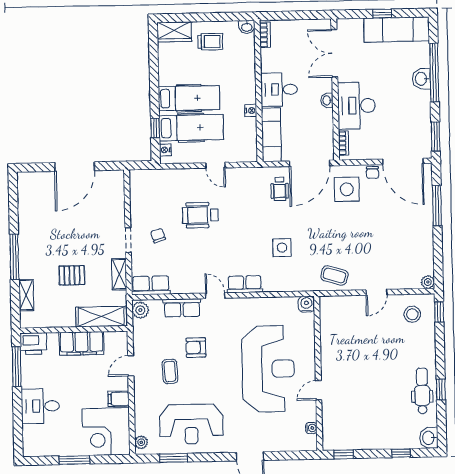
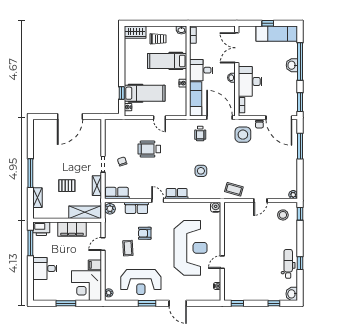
hospital bed: (189, 98) -> (167, 61), moved, turned 180
door: (310, 163) -> (220, 118), swing flipped
window: (174, 458) -> (147, 303), moved

